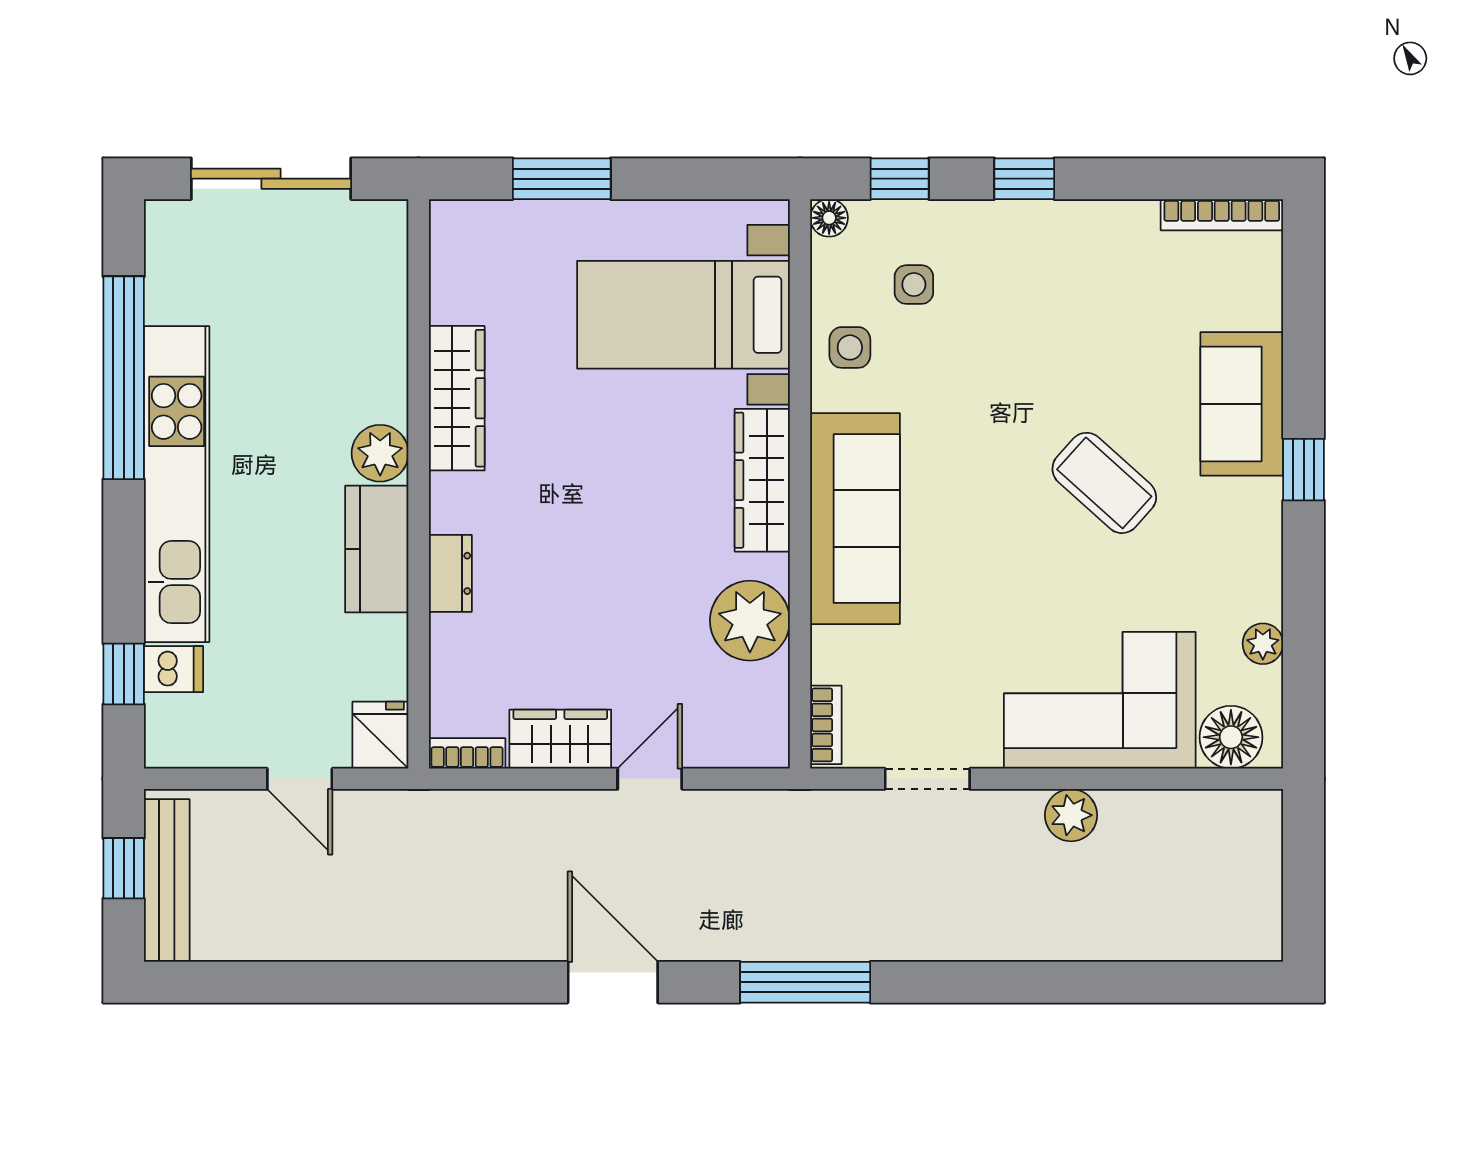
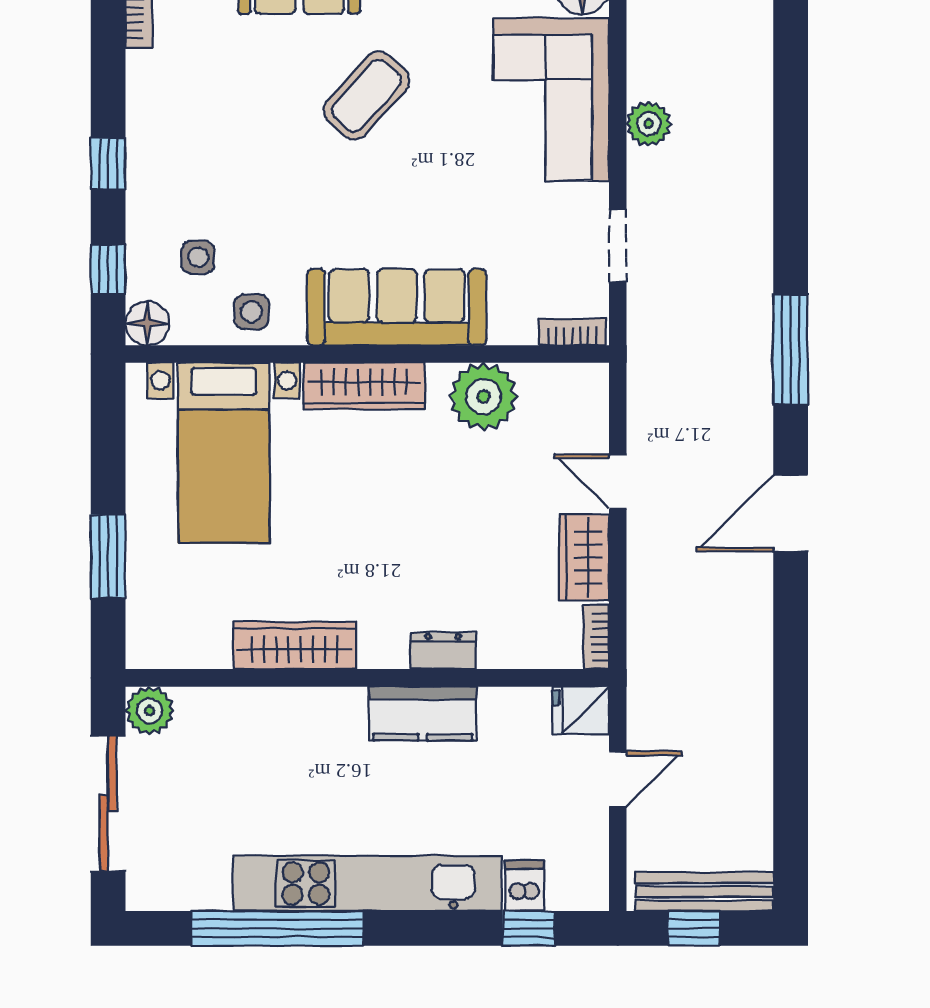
floor lamp: (829, 218) -> (147, 323), width x1.37, depth x1.37
plant: (380, 453) -> (150, 711), moved

